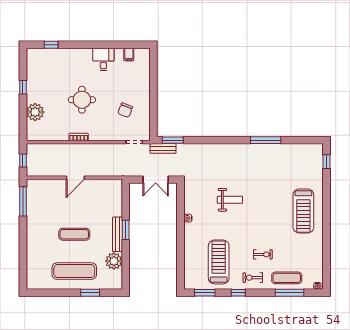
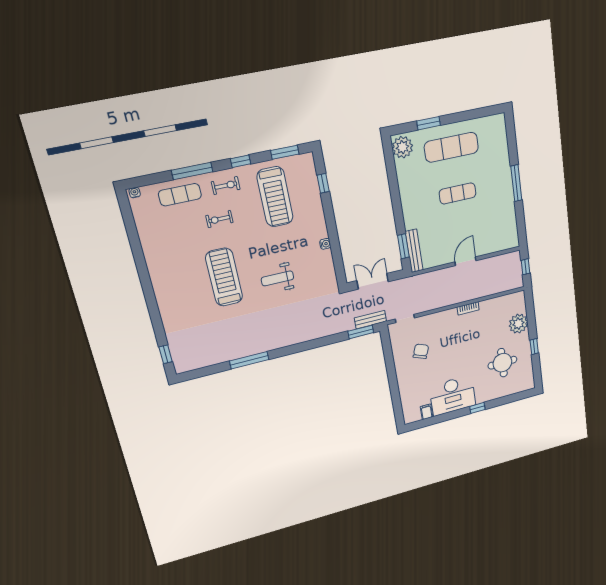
window: (51, 45) -> (477, 408), moved
desk: (103, 59) -> (453, 395), width x1.87, depth x1.30
round table: (82, 100) -> (502, 363), moved
window: (23, 201) -> (516, 183), moved
treadmill: (303, 211) -> (224, 277), moved
window: (126, 230) -> (403, 246), moved
bench: (117, 234) -> (414, 251), moved
plant: (114, 261) -> (402, 147), moved
window: (180, 264) -> (323, 183), added
window: (290, 293) -> (192, 171), moved

